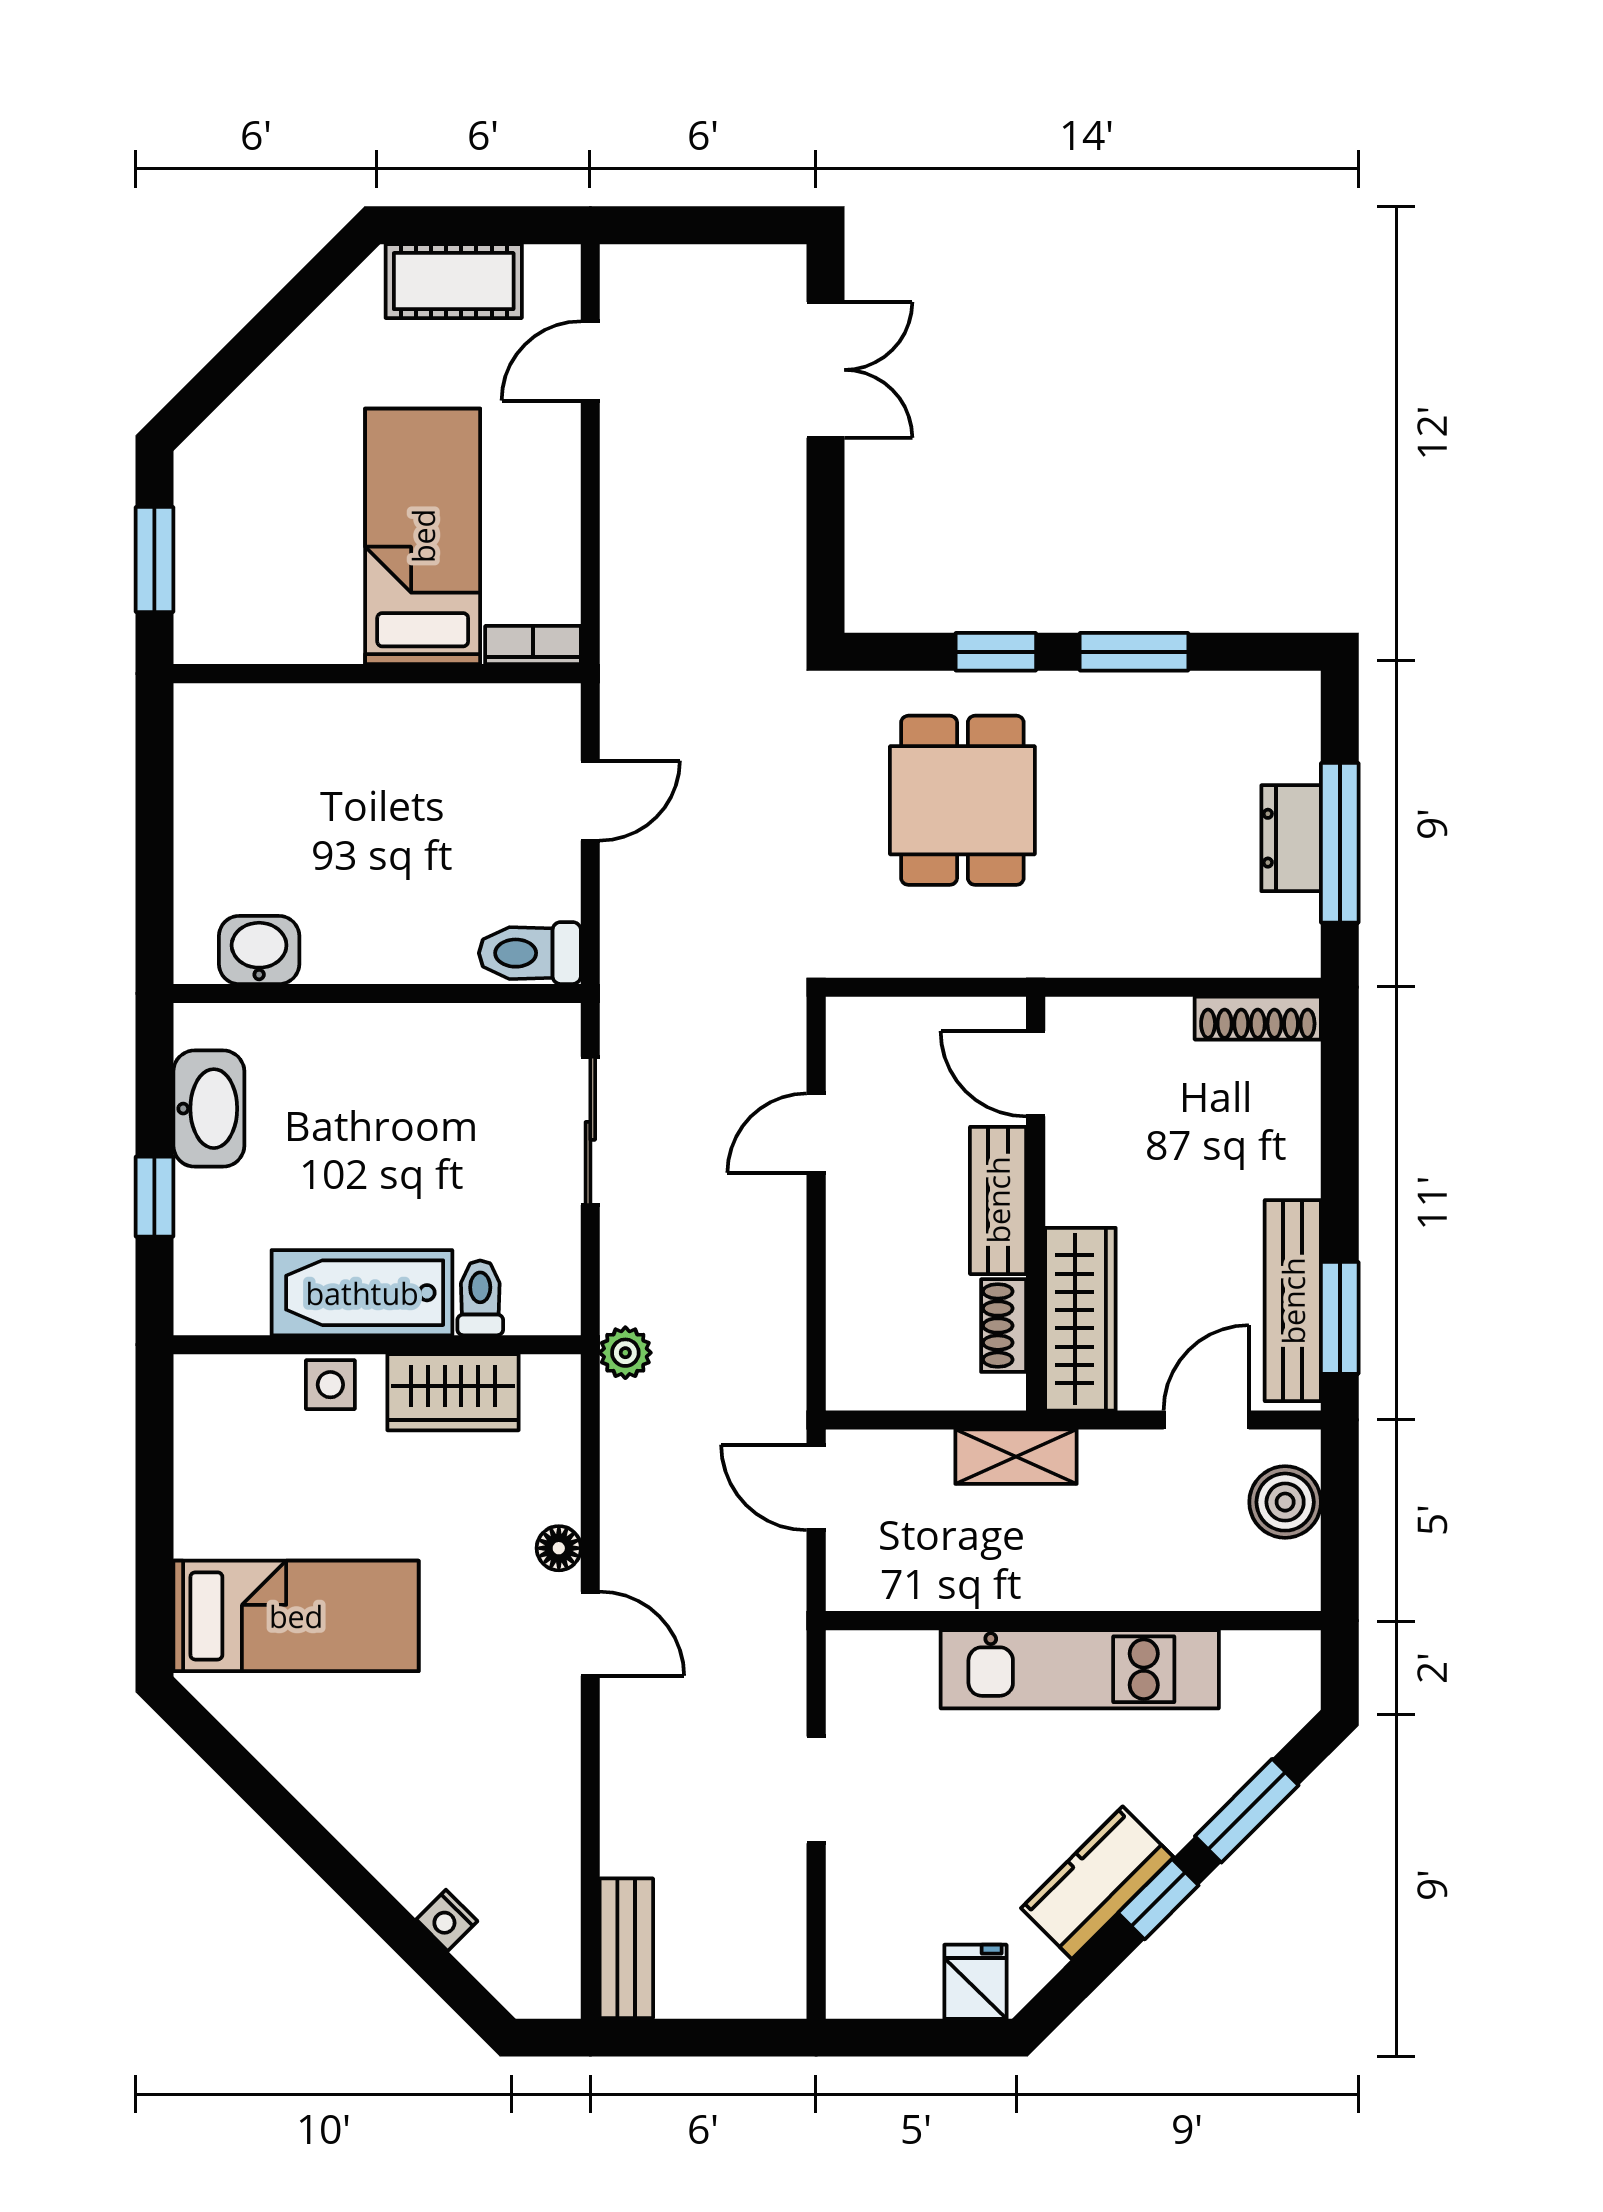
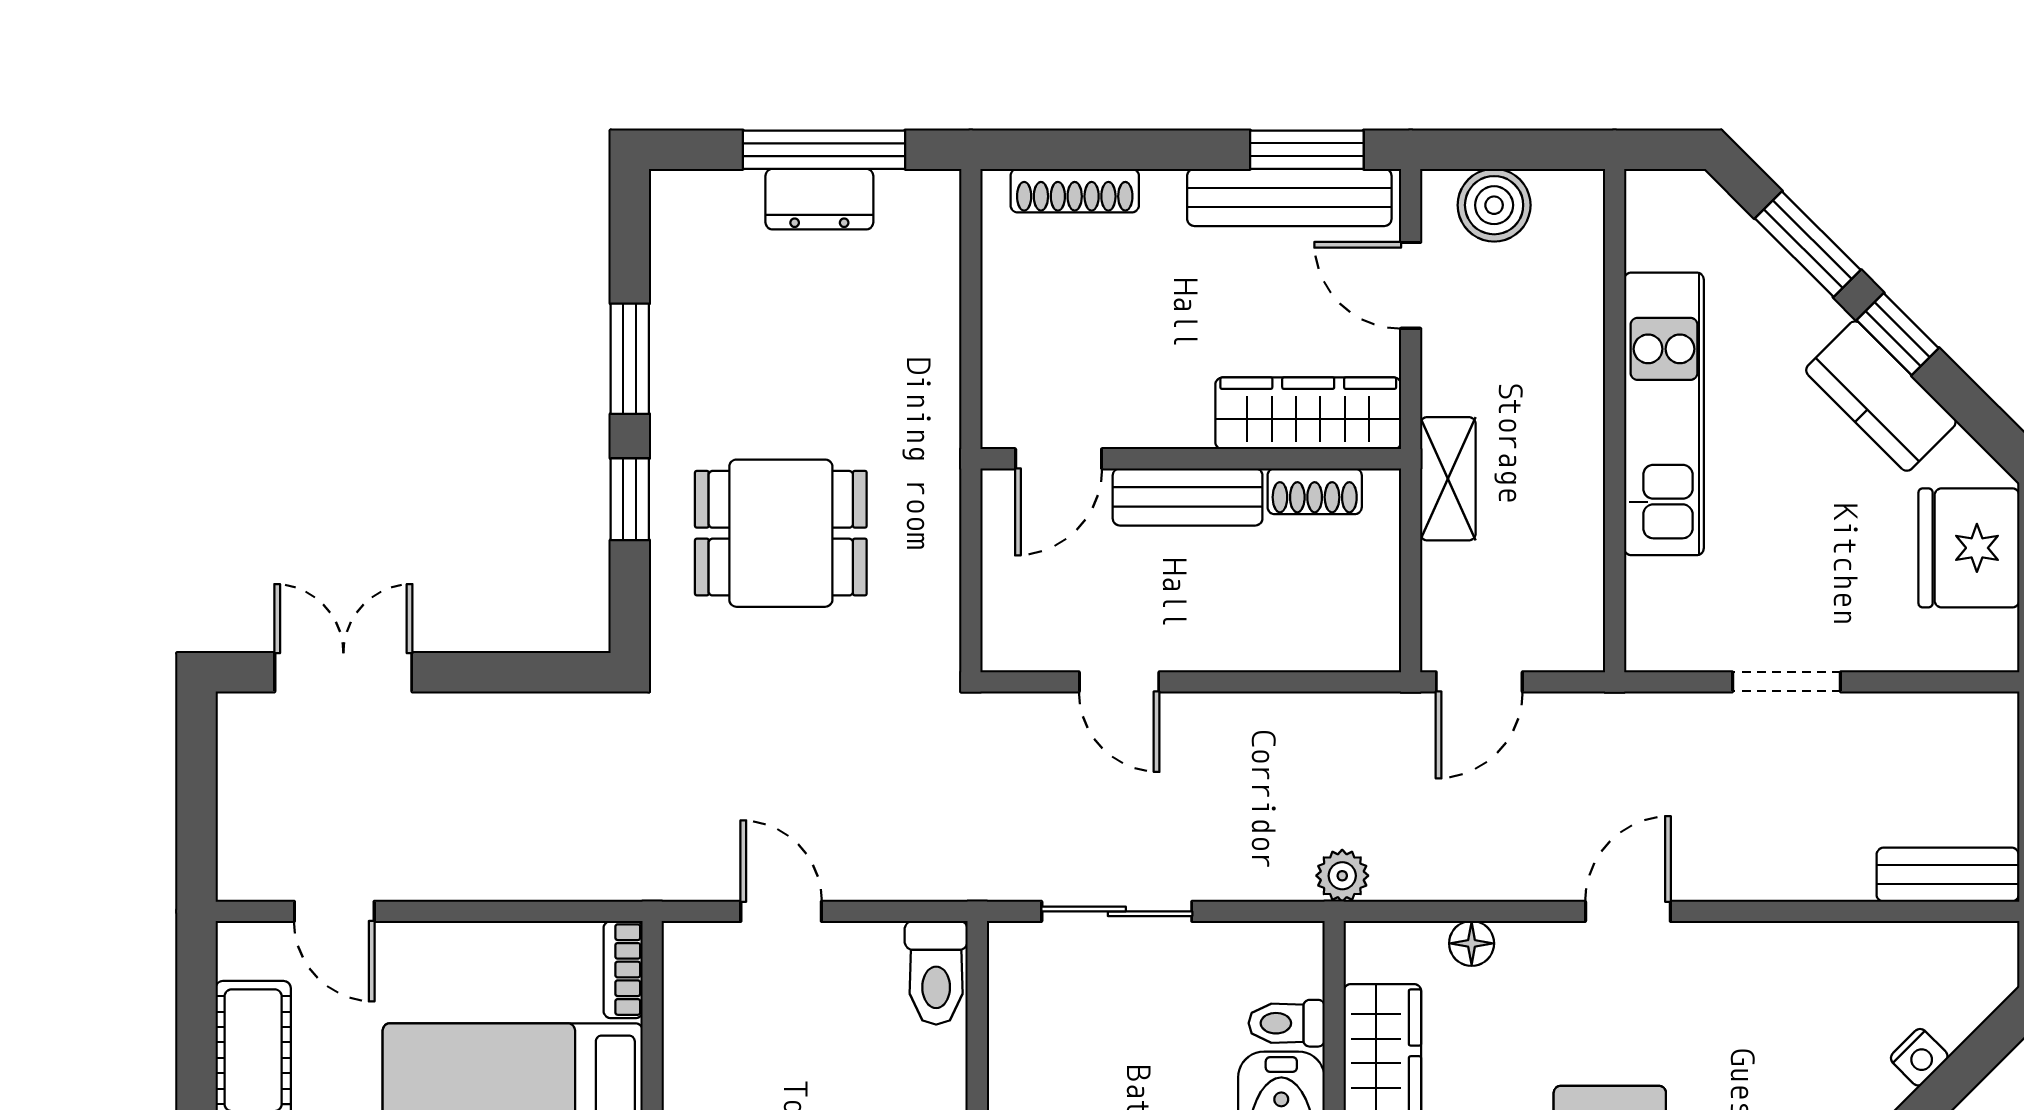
shoe rack: (1258, 1018) -> (1075, 191), moved, turned 90
floor lamp: (559, 1548) -> (1472, 943), moved
fridge: (975, 1982) -> (1969, 548), width x1.88, depth x1.34

